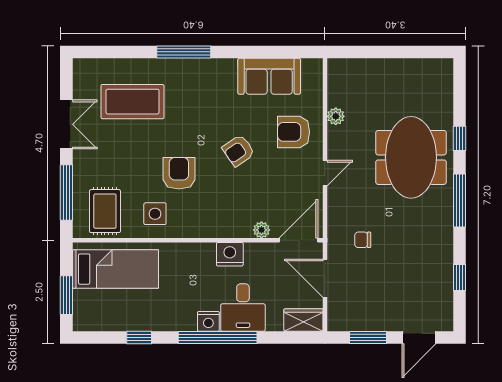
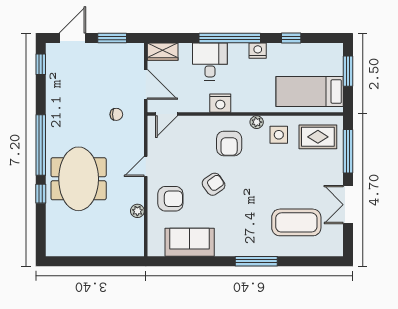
armchair: (179, 173) -> (229, 143), moved
window: (459, 201) -> (41, 145), width x1.46
rug: (105, 211) -> (318, 137), turned 90
plant: (261, 230) -> (257, 122), moved
door: (298, 240) -> (167, 114), width x0.73
window: (459, 278) -> (41, 64), moved
nightstand: (208, 321) -> (258, 51), moved

